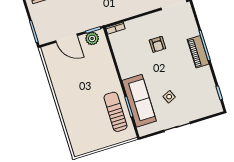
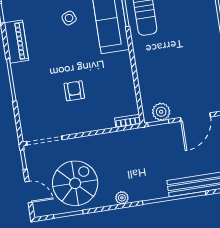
door: (67, 38) -> (195, 117), swing flipped
piano: (198, 52) -> (16, 42), moved

